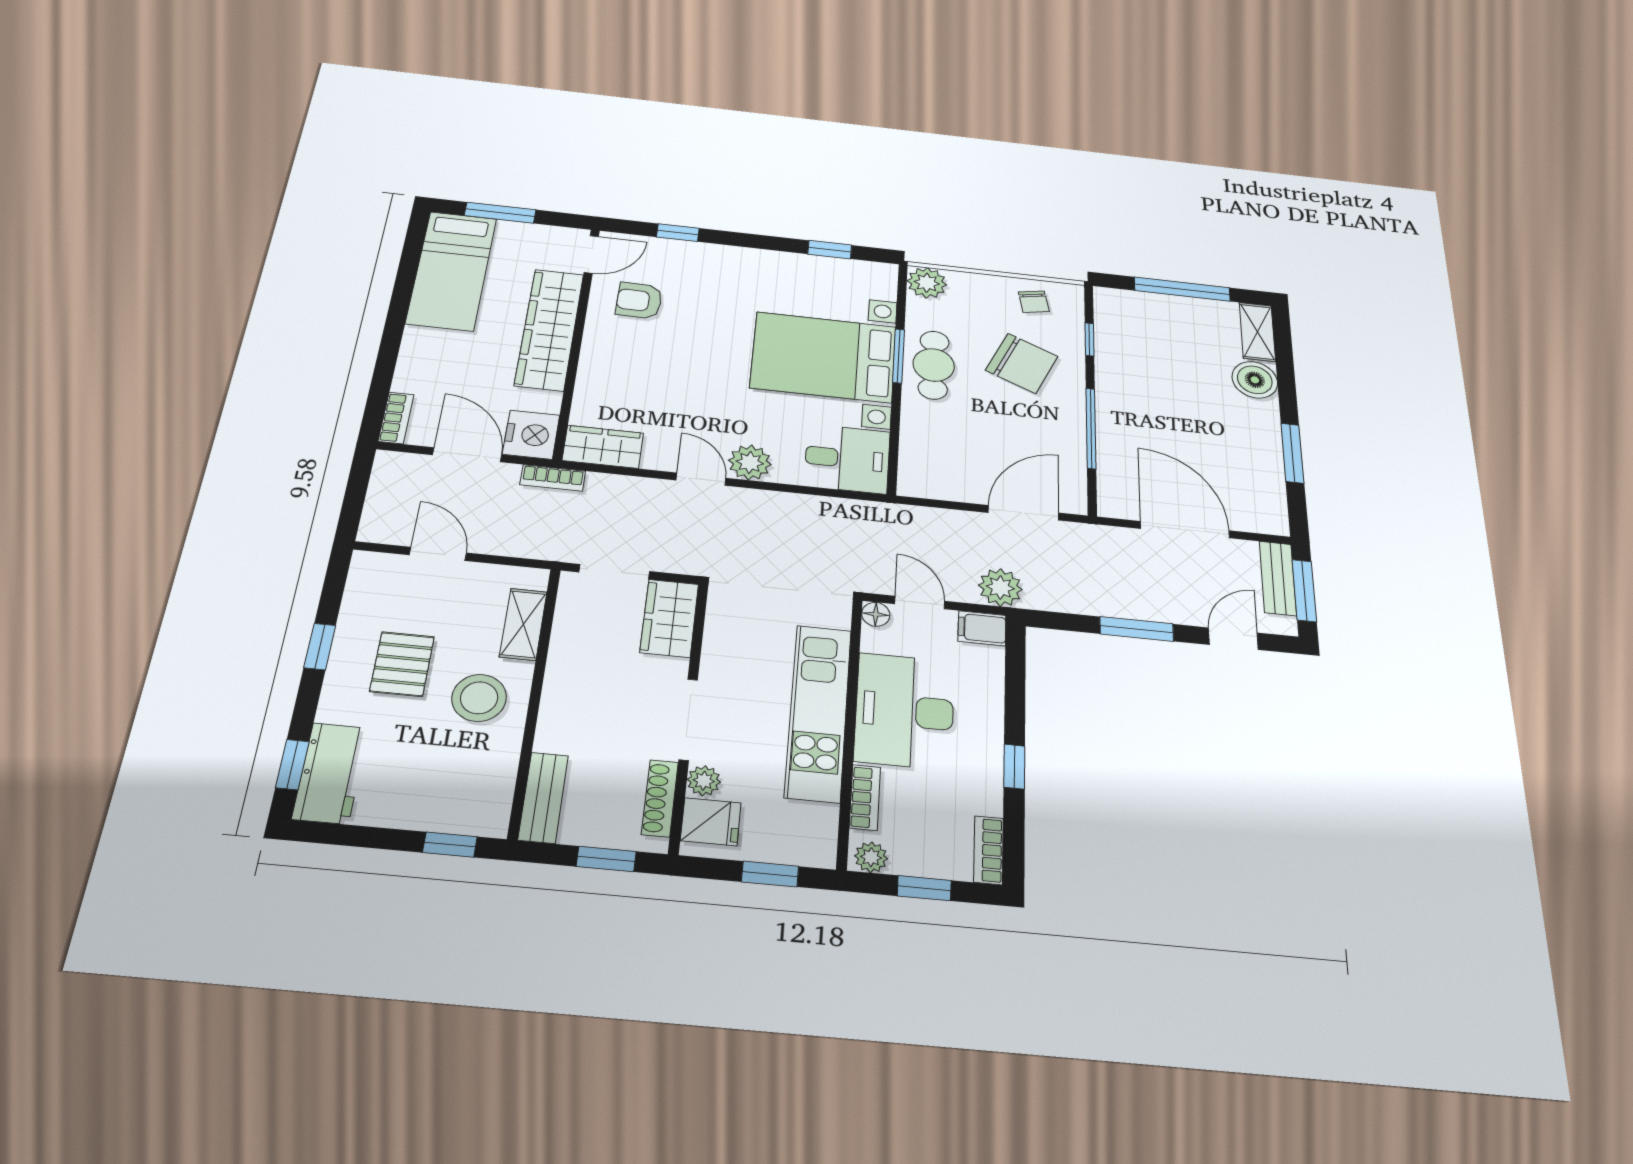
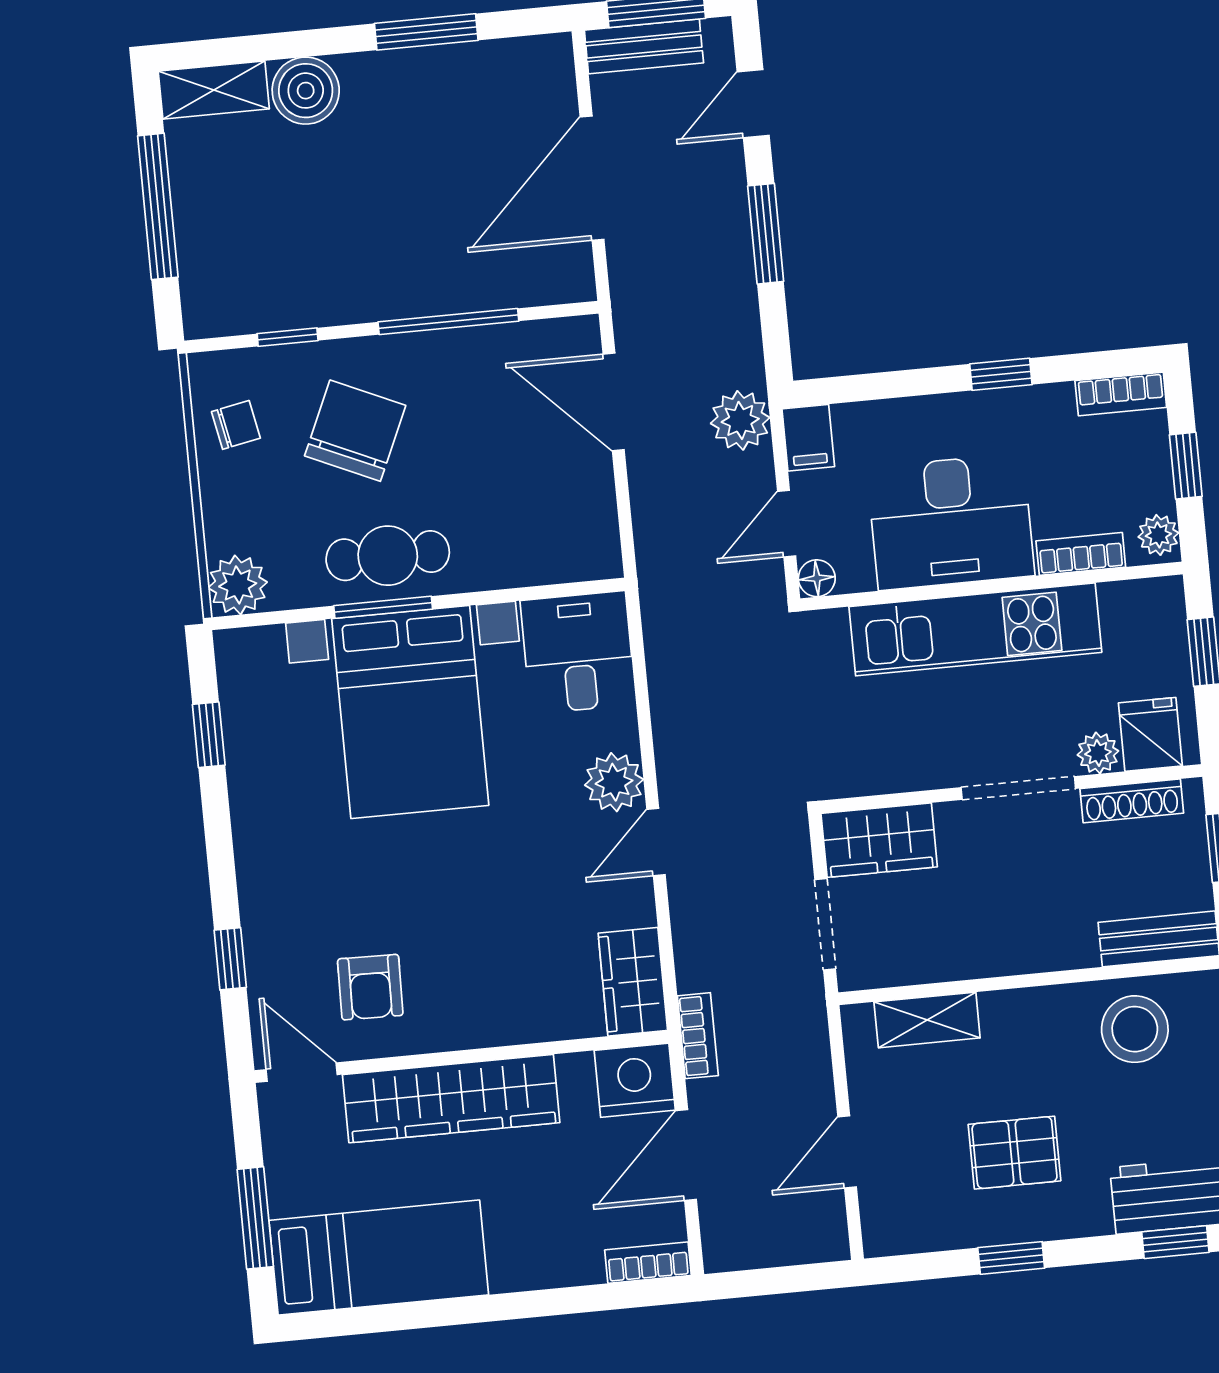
door: (1233, 639) -> (753, 104), hinge flipped
stool: (479, 698) -> (1135, 1029), moved

